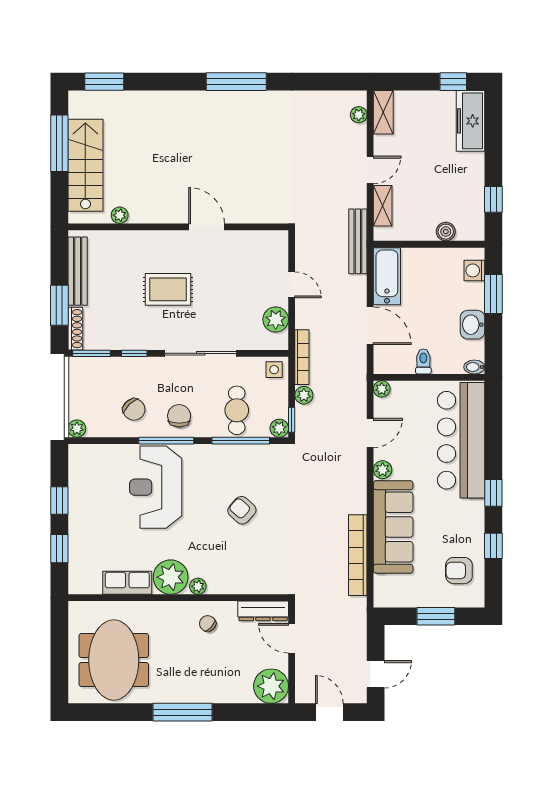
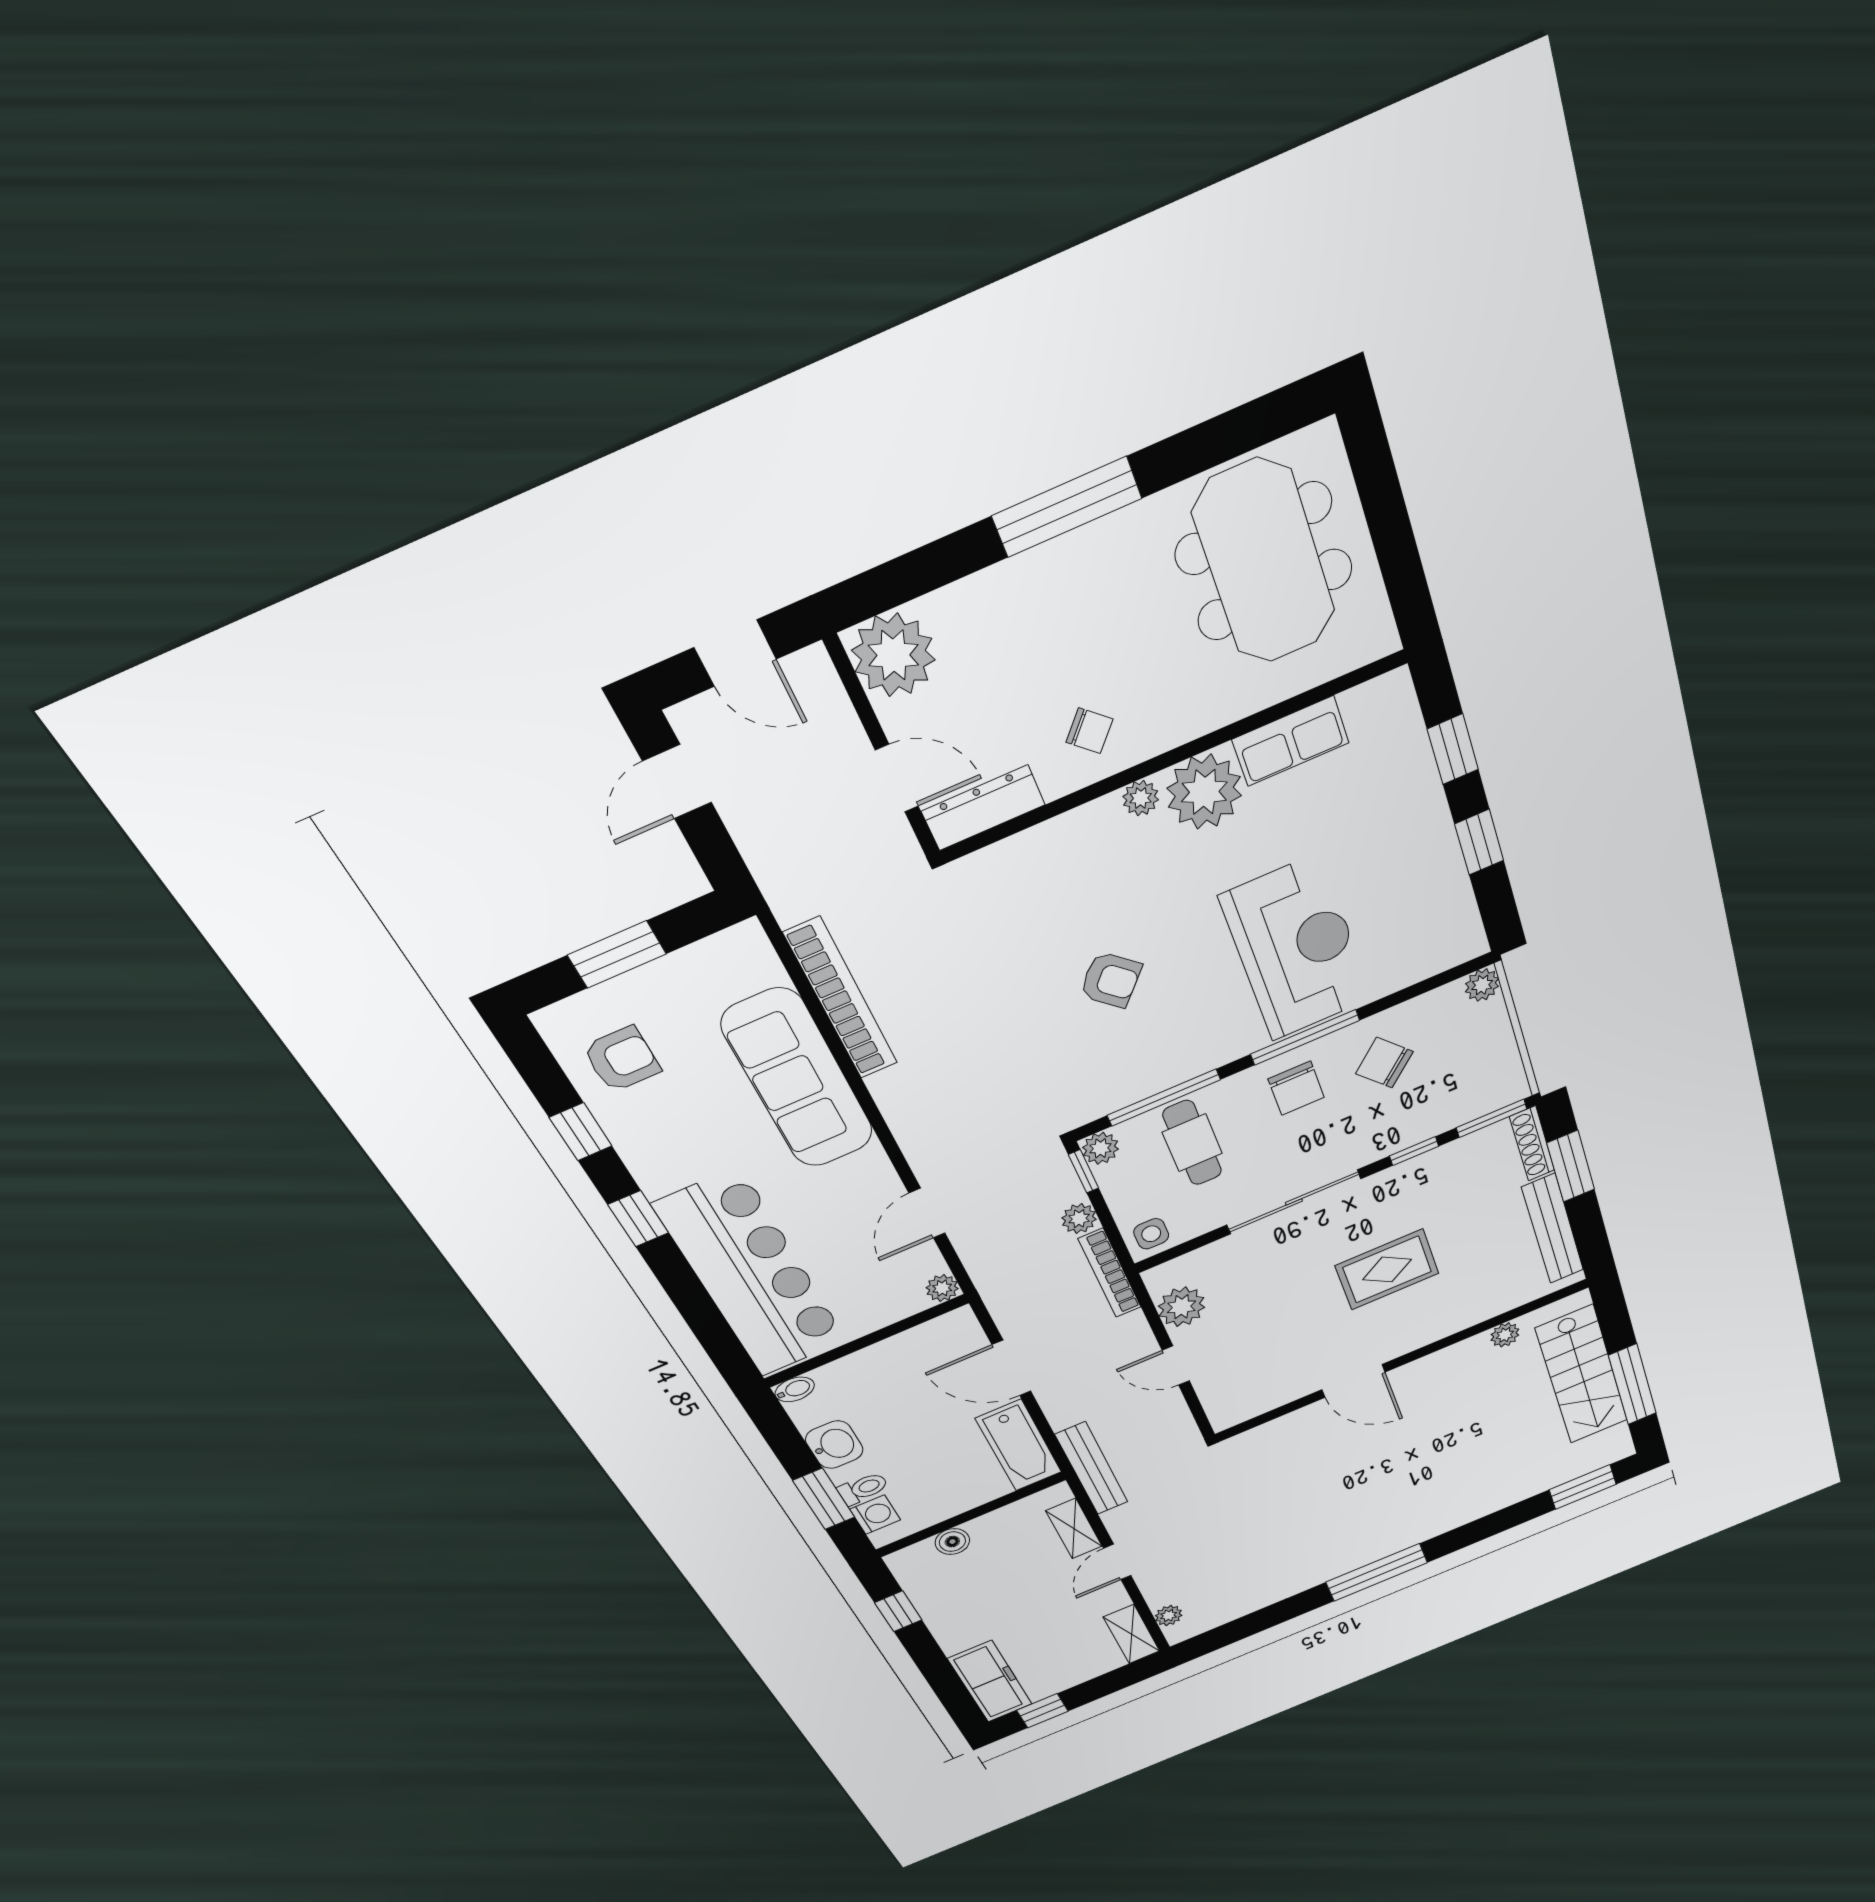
toilet: (423, 362) -> (863, 1488), moved, turned -90
plant: (383, 470) -> (872, 1165), removed

